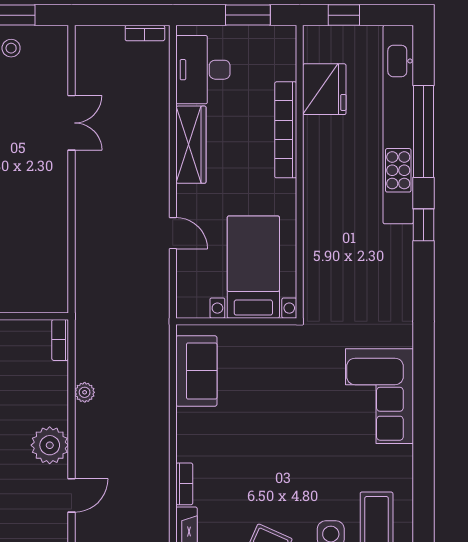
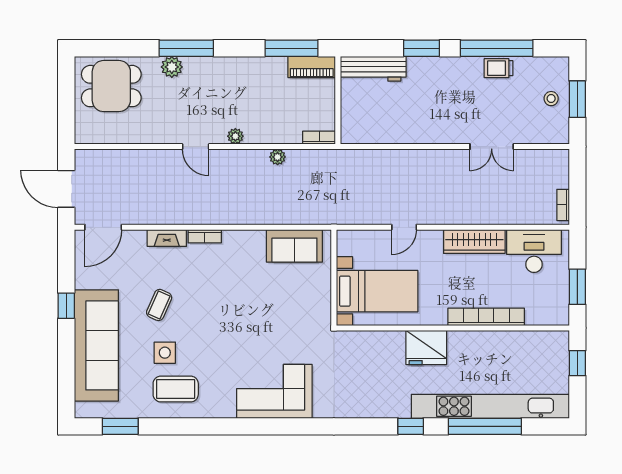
fridge: (324, 89) -> (426, 348), moved
plant: (50, 445) -> (235, 136), width x0.53, depth x0.53

